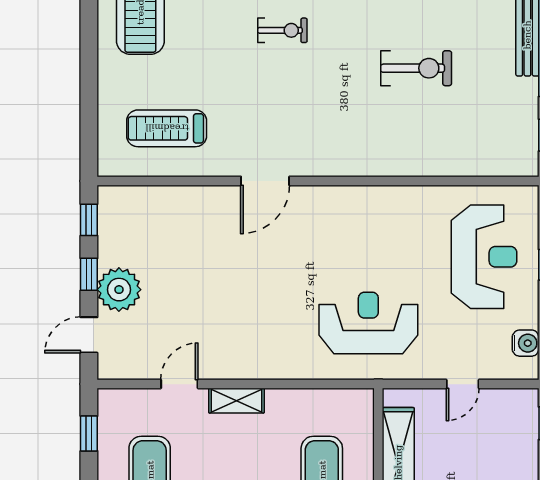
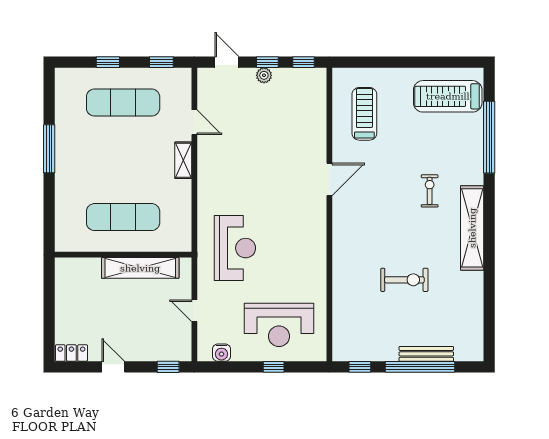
exercise bike: (282, 30) -> (430, 191), turned 180
exercise bike: (416, 68) -> (404, 280), turned -90
door: (265, 181) -> (329, 179), swing flipped
plant: (119, 290) -> (264, 75), width x0.53, depth x0.53

